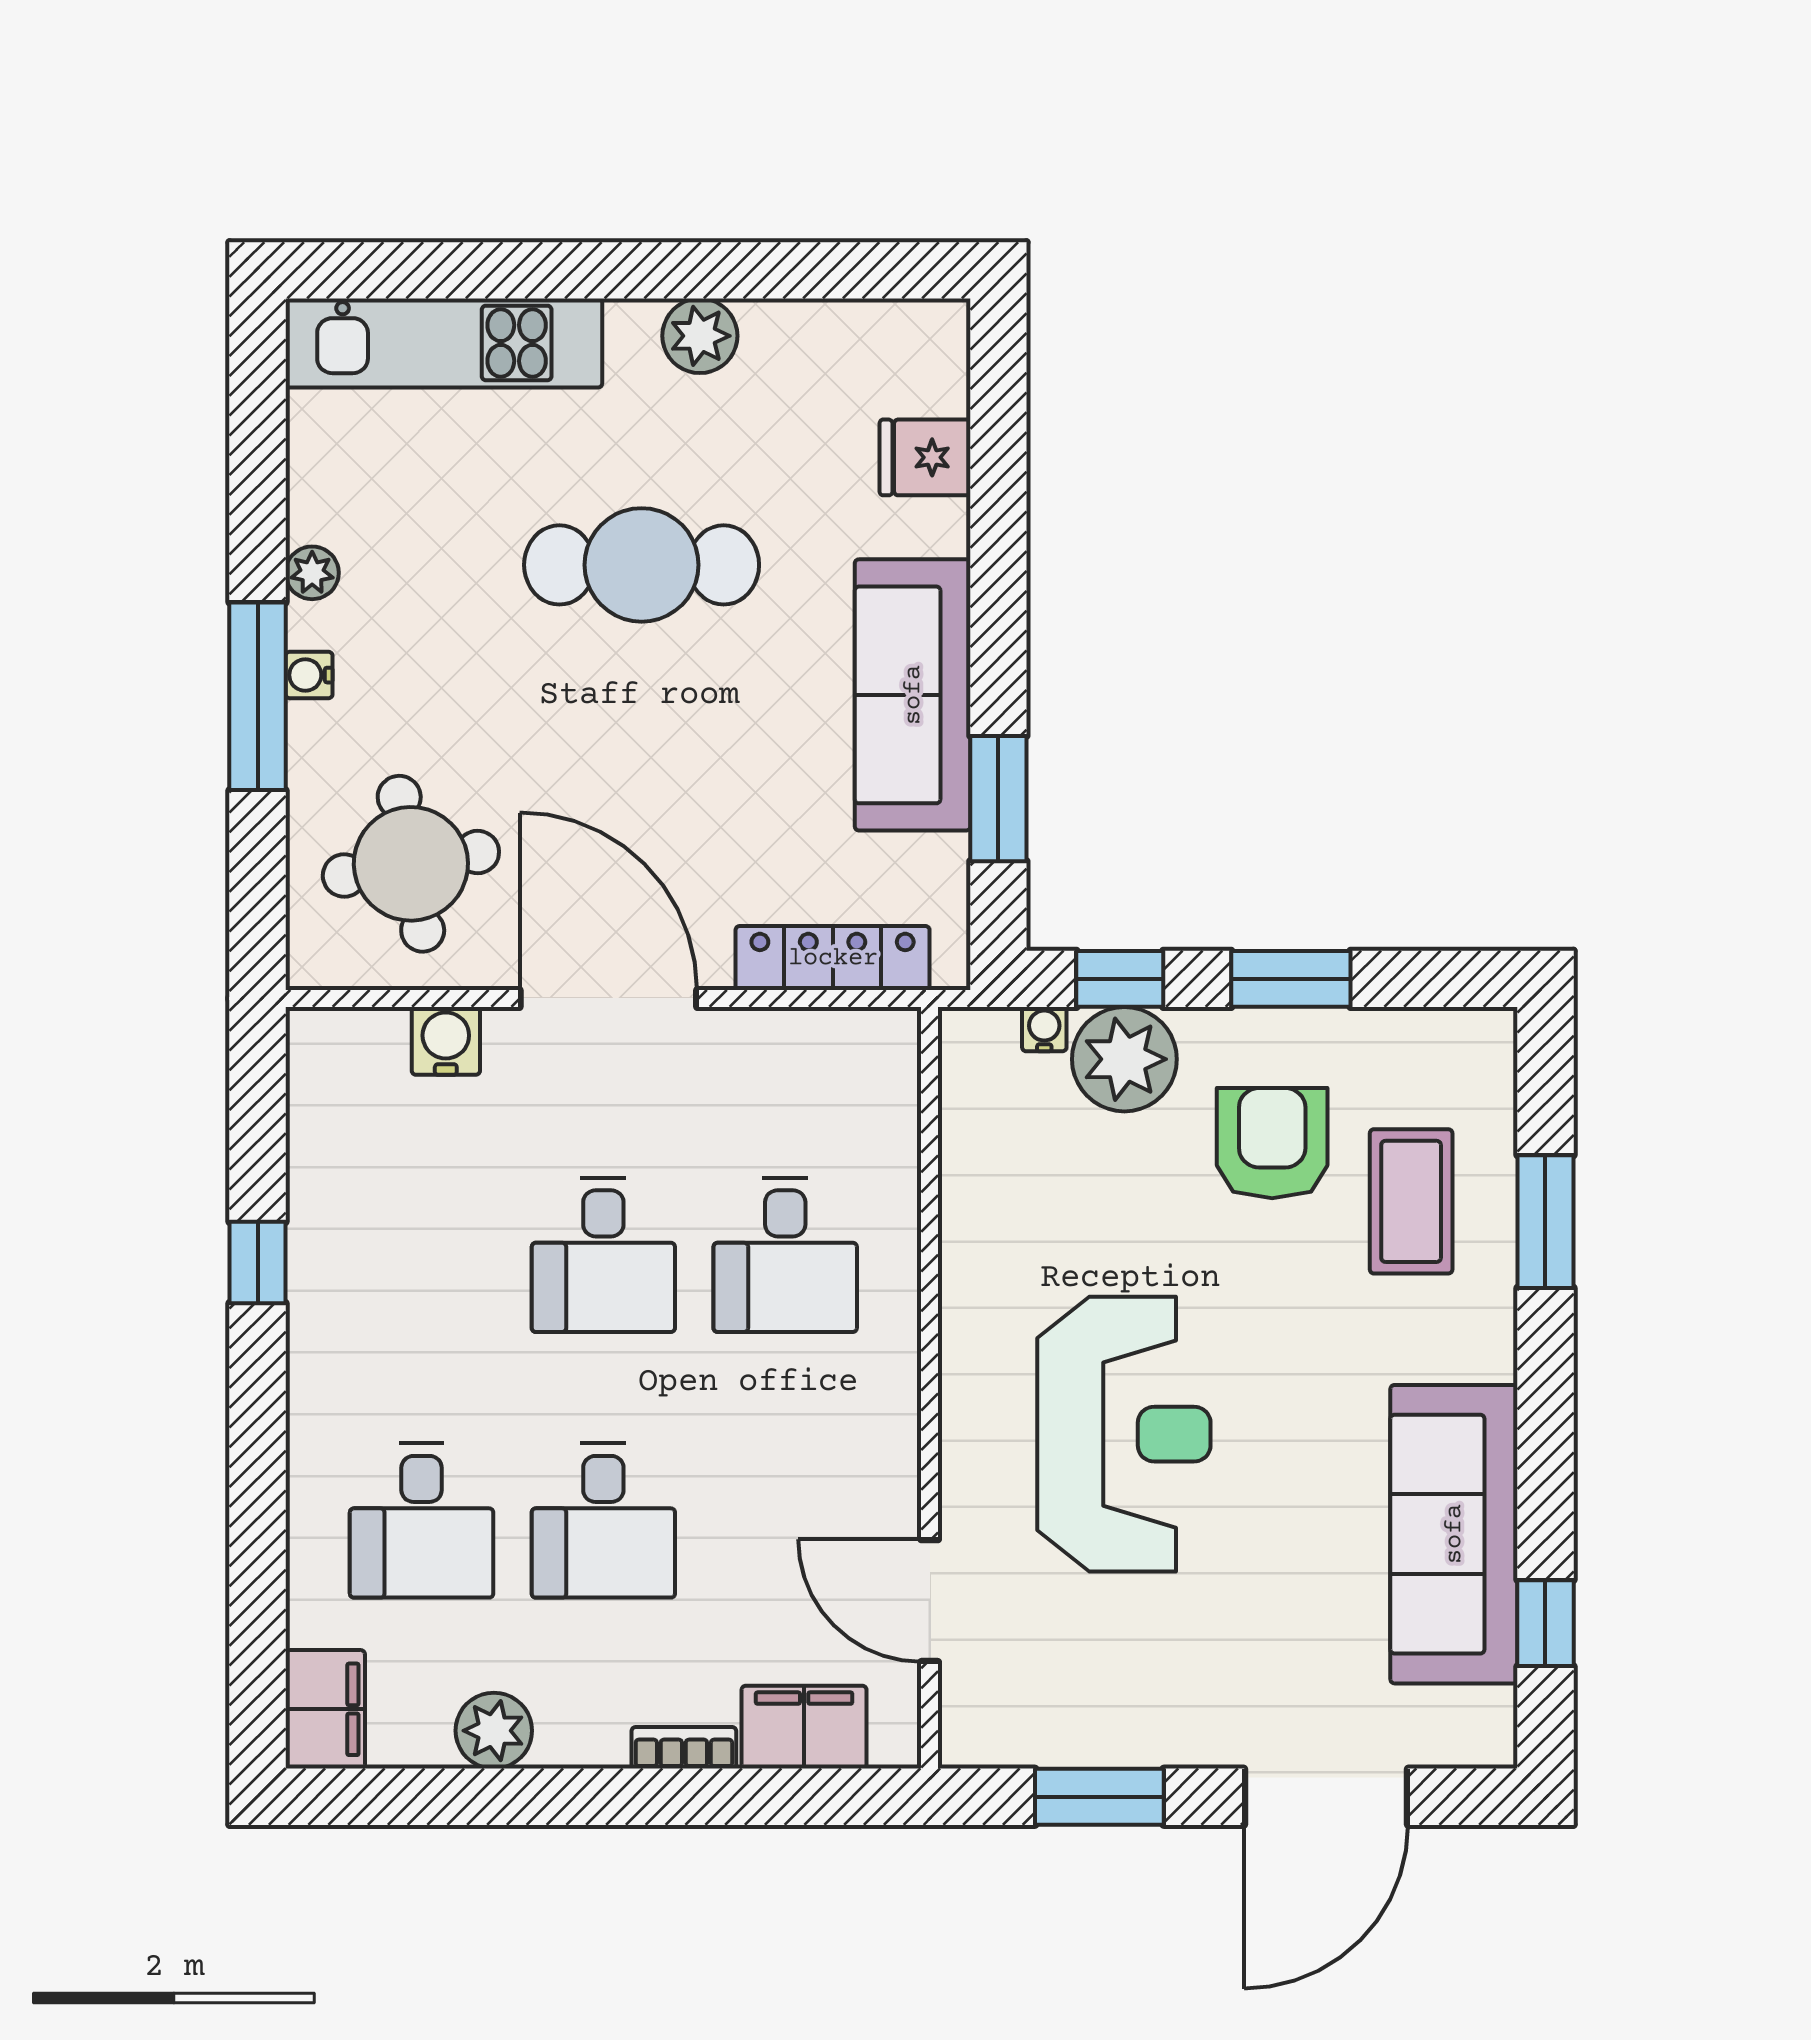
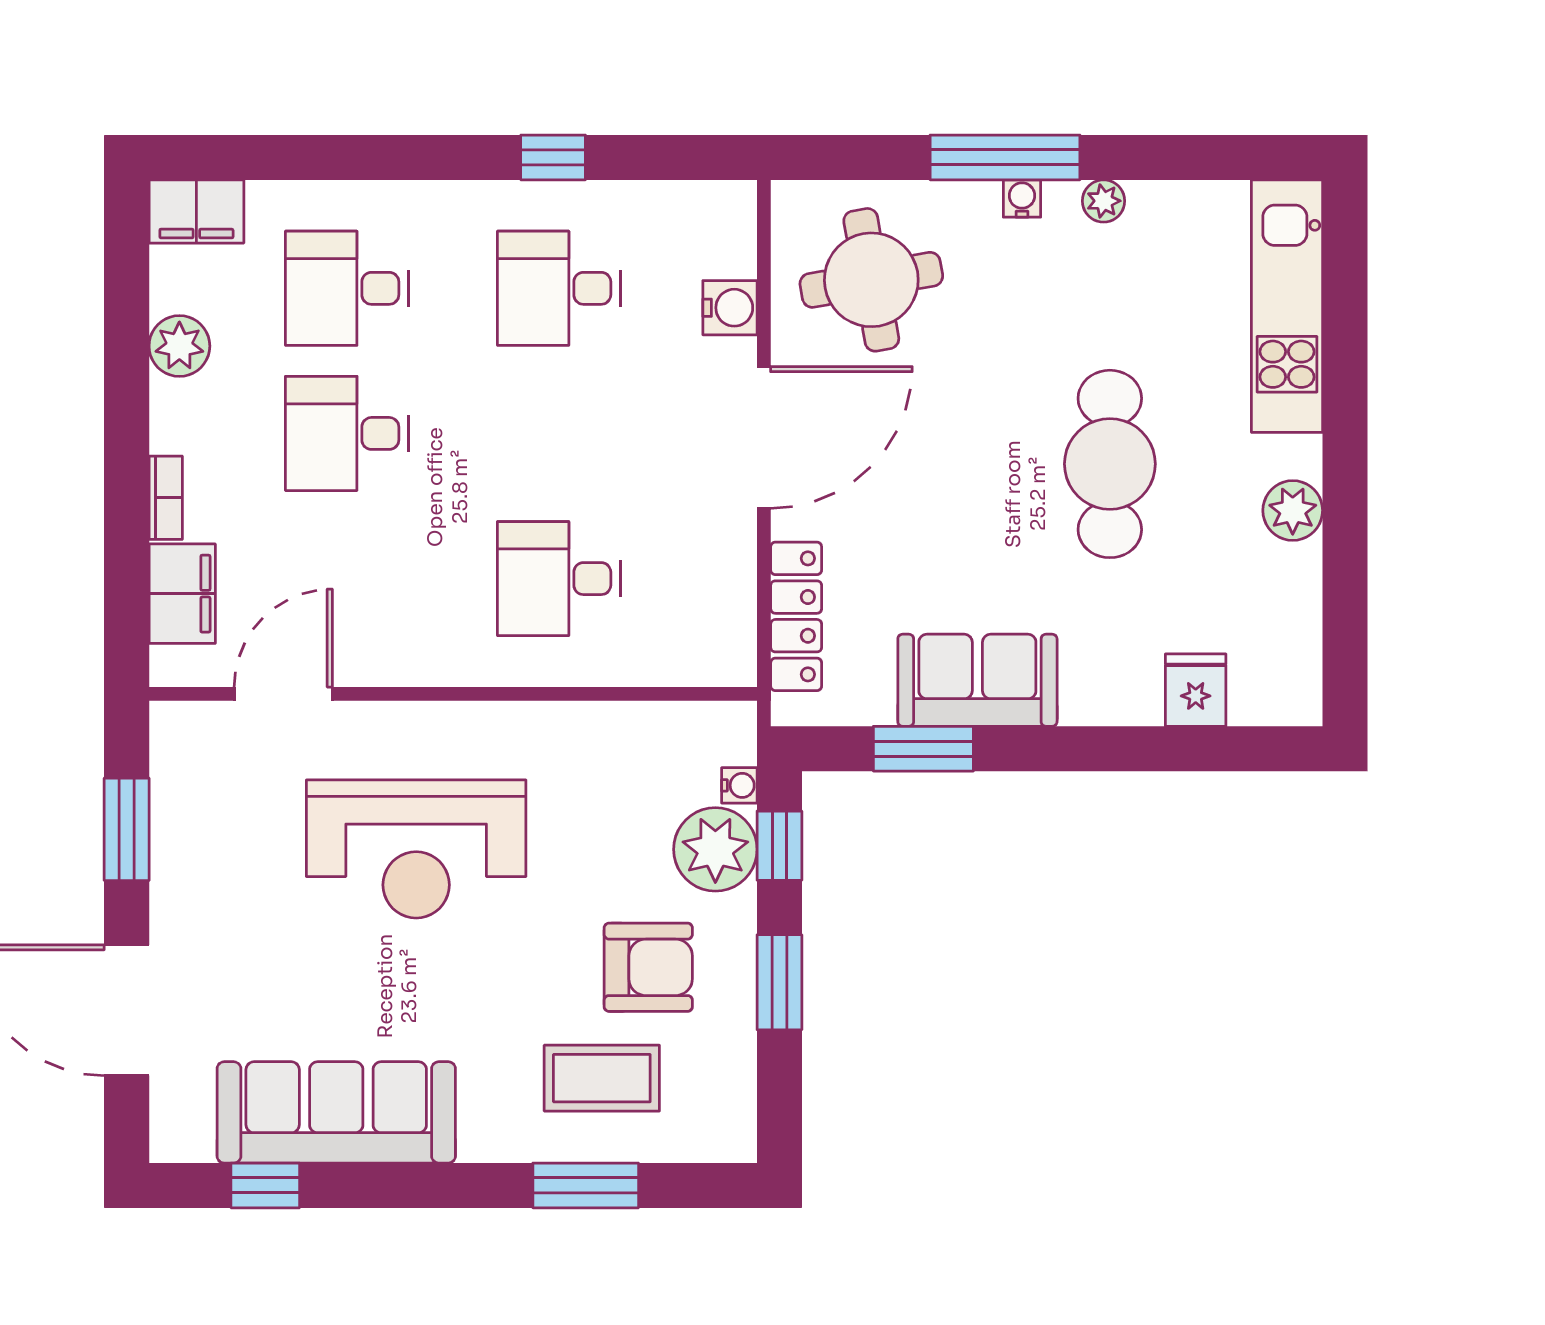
sofa: (913, 695) -> (977, 680), width x0.73
desk: (603, 1255) -> (559, 288), moved

